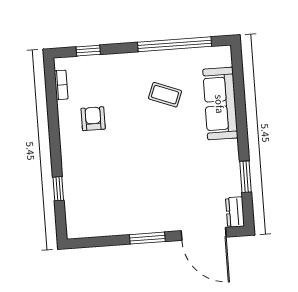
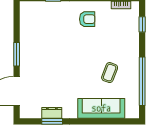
armchair: (93, 119) -> (87, 19), moved
dresser: (235, 212) -> (52, 113), moved

